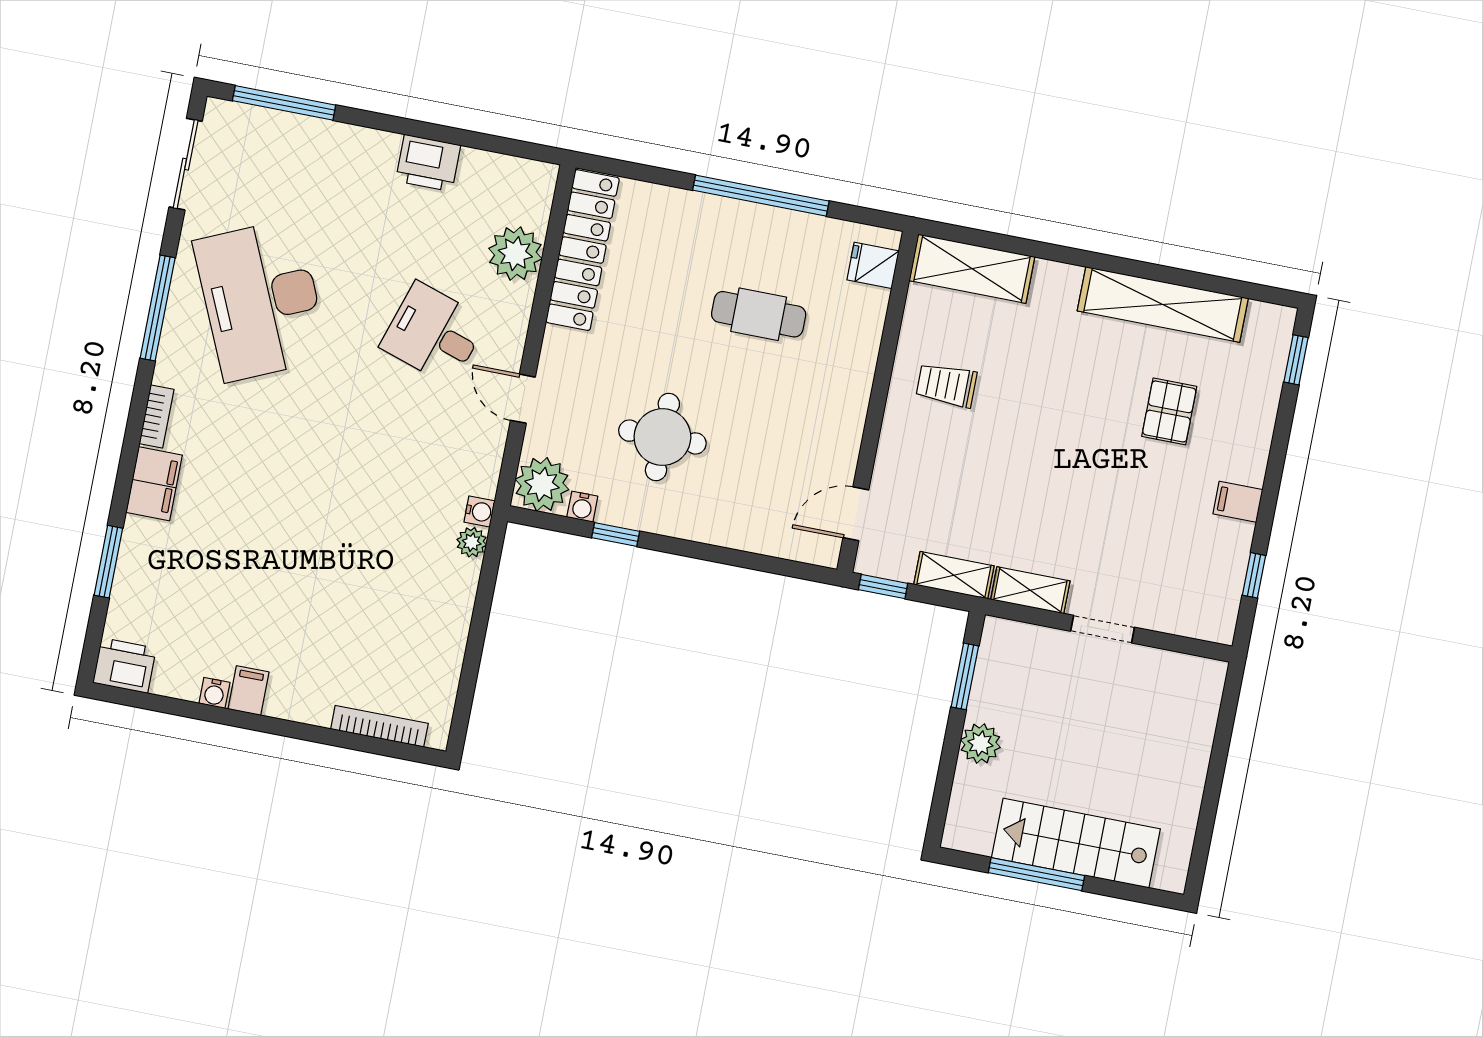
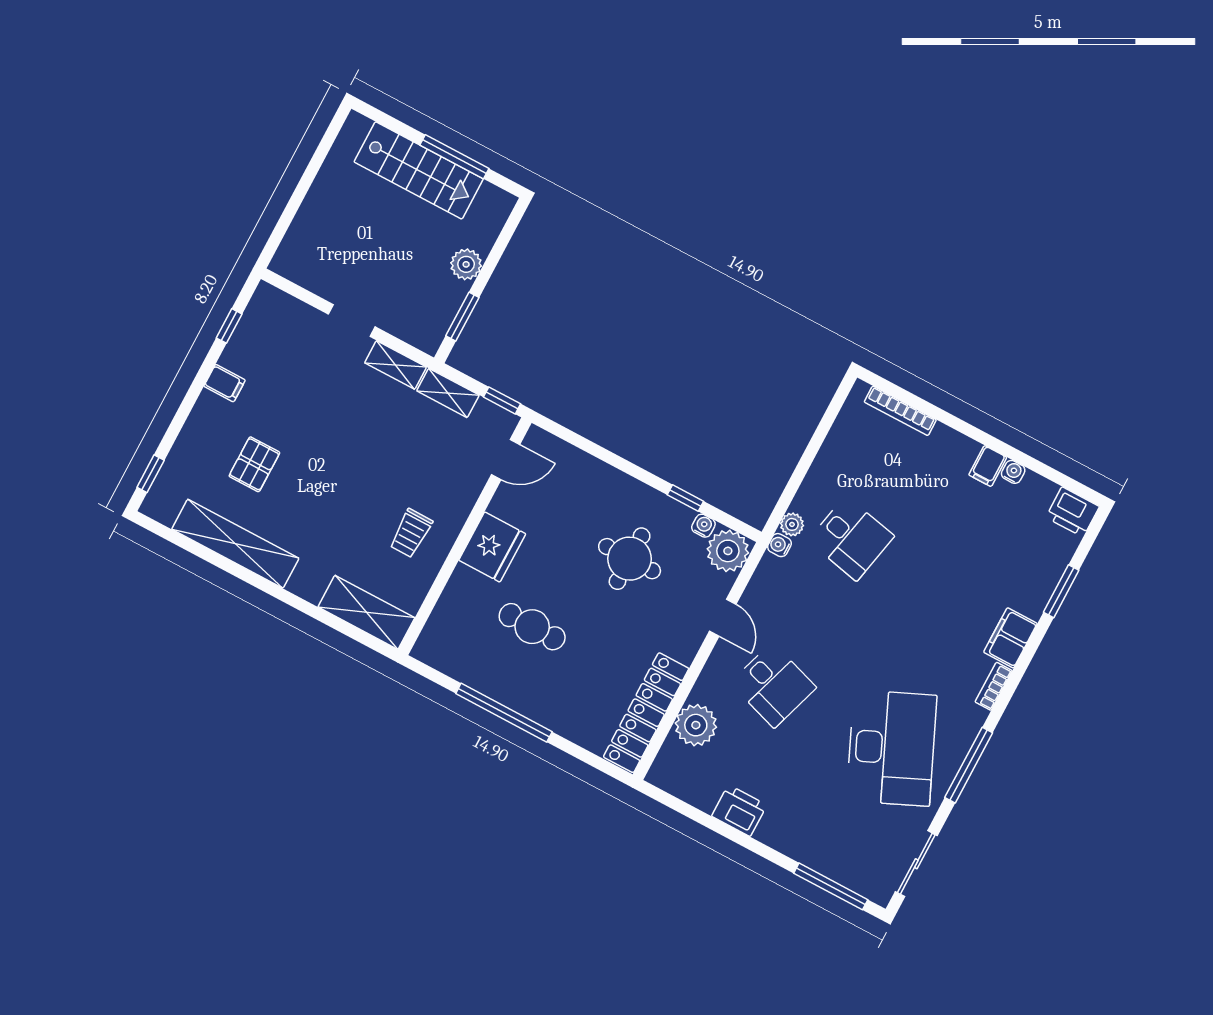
fridge: (873, 265) -> (492, 547), moved, width x1.88, depth x1.34
trolley: (946, 385) -> (411, 533), turned 90
desk: (392, 547) -> (851, 538), added

